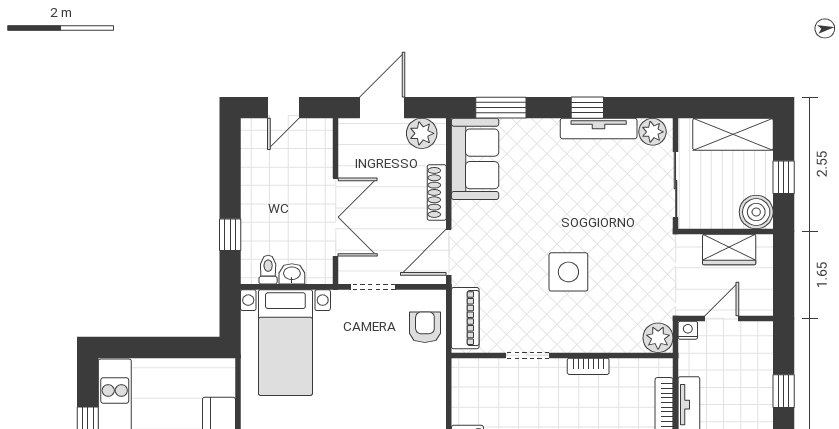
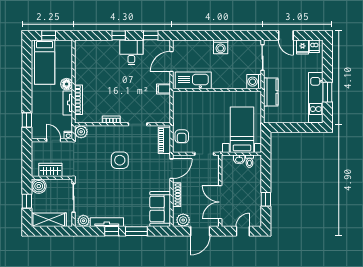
window: (501, 108) -> (136, 231), moved
double door: (336, 217) -> (220, 202), moved
window: (230, 235) -> (266, 199), moved
door: (722, 318) -> (54, 140), swing flipped
window: (784, 391) -> (27, 120), moved

